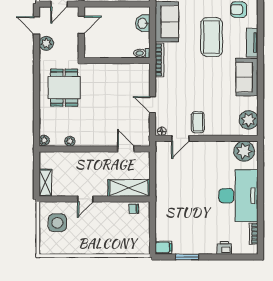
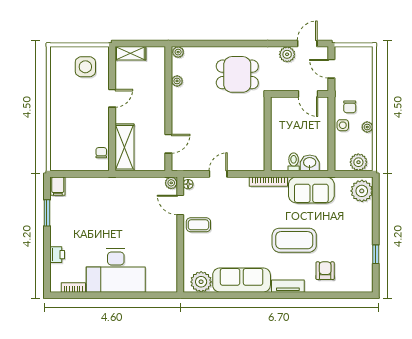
toilet: (142, 53) -> (294, 162), moved
sofa: (247, 77) -> (242, 280), width x1.36
plant: (244, 151) -> (171, 183), moved, width x0.53, depth x0.53
door: (85, 199) -> (112, 98), swing flipped

